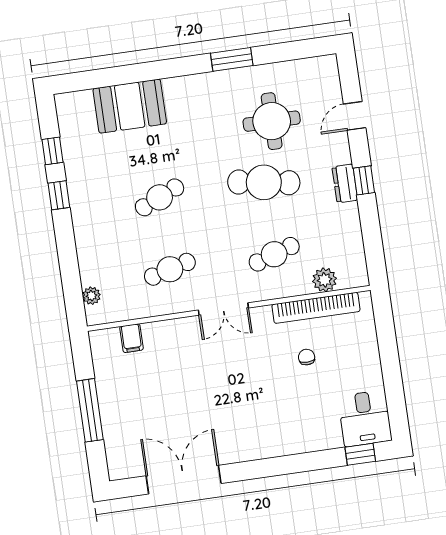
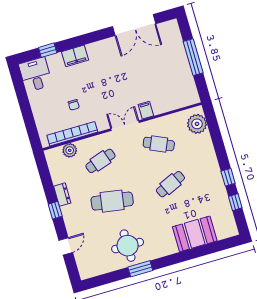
round table: (272, 121) -> (128, 246), moved
dresser: (345, 184) -> (62, 195), moved
cafe table: (170, 269) -> (159, 144), turned 39
plant: (92, 296) -> (197, 124), width x1.88, depth x1.88
filing cabinet: (131, 338) -> (146, 110), moved
filing cabinet: (293, 441) -> (75, 56), added
window: (360, 454) -> (48, 50), moved

